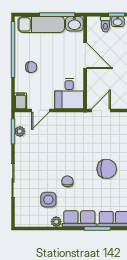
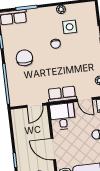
door: (40, 110) -> (85, 100), swing flipped
chair: (107, 169) -> (24, 58), turned 90
row of seats: (79, 219) -> (62, 94), moved, turned 180

